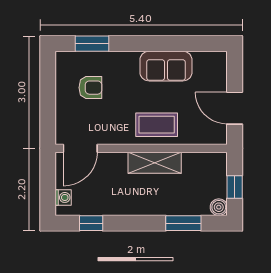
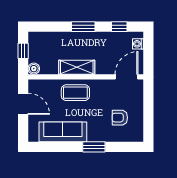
window: (92, 44) -> (94, 147), moved
sofa: (166, 66) -> (63, 132), width x1.36
boiler: (219, 207) -> (34, 69), moved
window: (183, 223) -> (83, 27), moved

